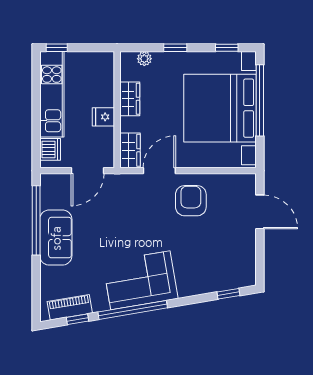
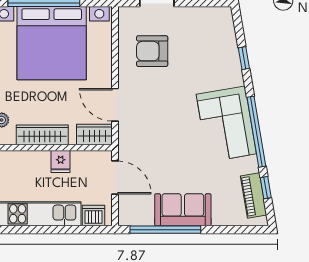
wardrobe: (130, 99) -> (42, 135), width x1.50
armchair: (191, 201) -> (152, 51), moved
window: (228, 294) -> (244, 58), moved

